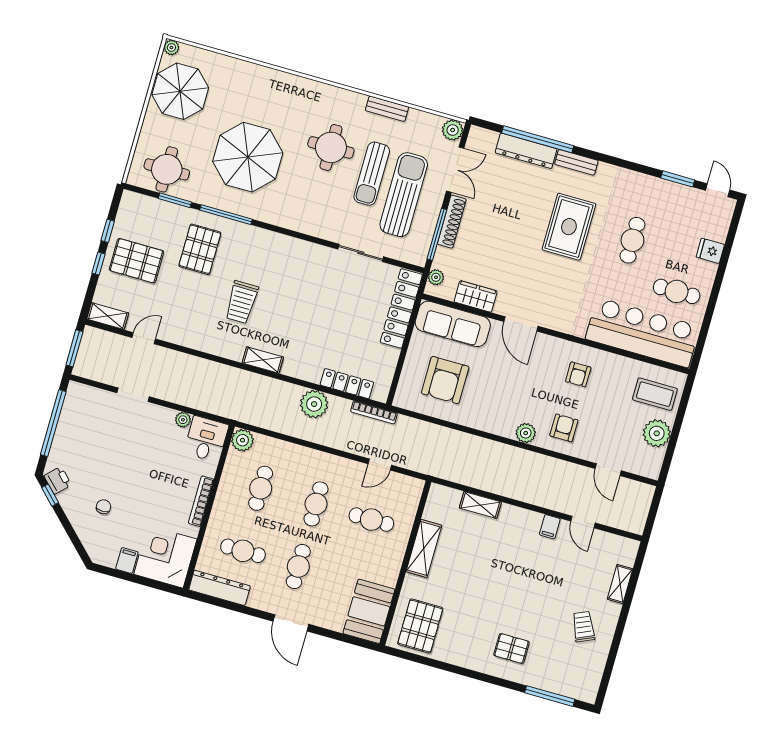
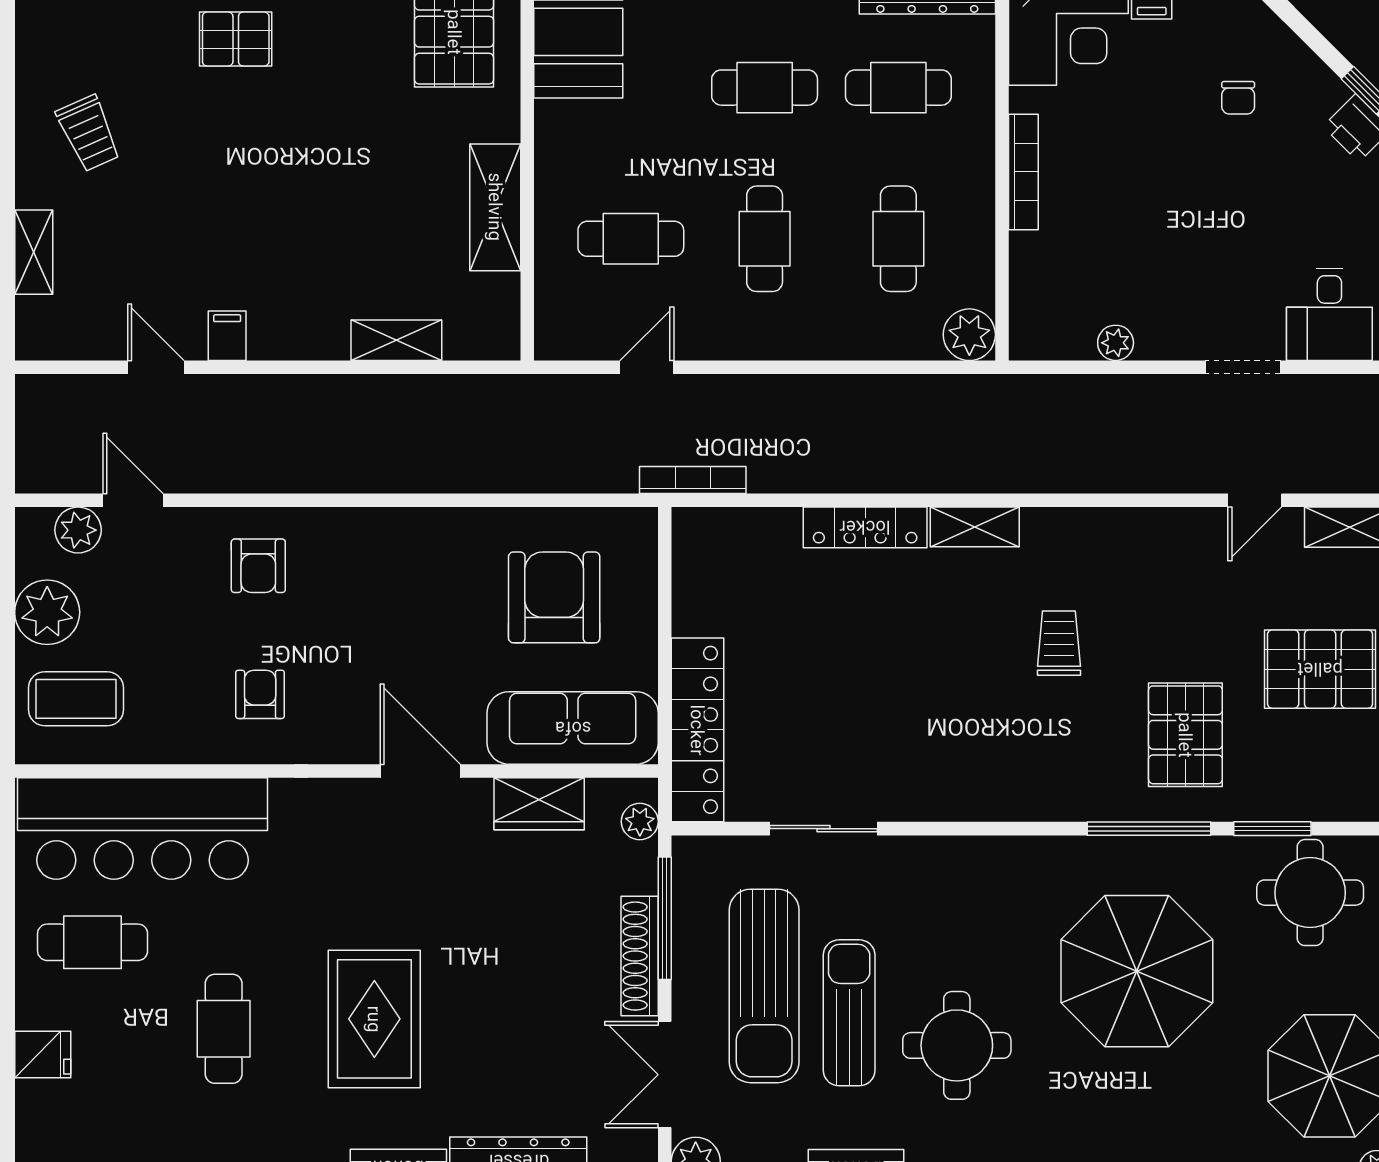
trolley: (242, 302) -> (1059, 643), width x0.73, depth x0.72
locker: (347, 384) -> (865, 527), moved
plant: (314, 404) -> (832, 461), removed
plant: (526, 433) -> (78, 530), moved
desk: (206, 439) -> (1329, 314), moved
cafe table: (298, 566) -> (765, 88), turned 90

